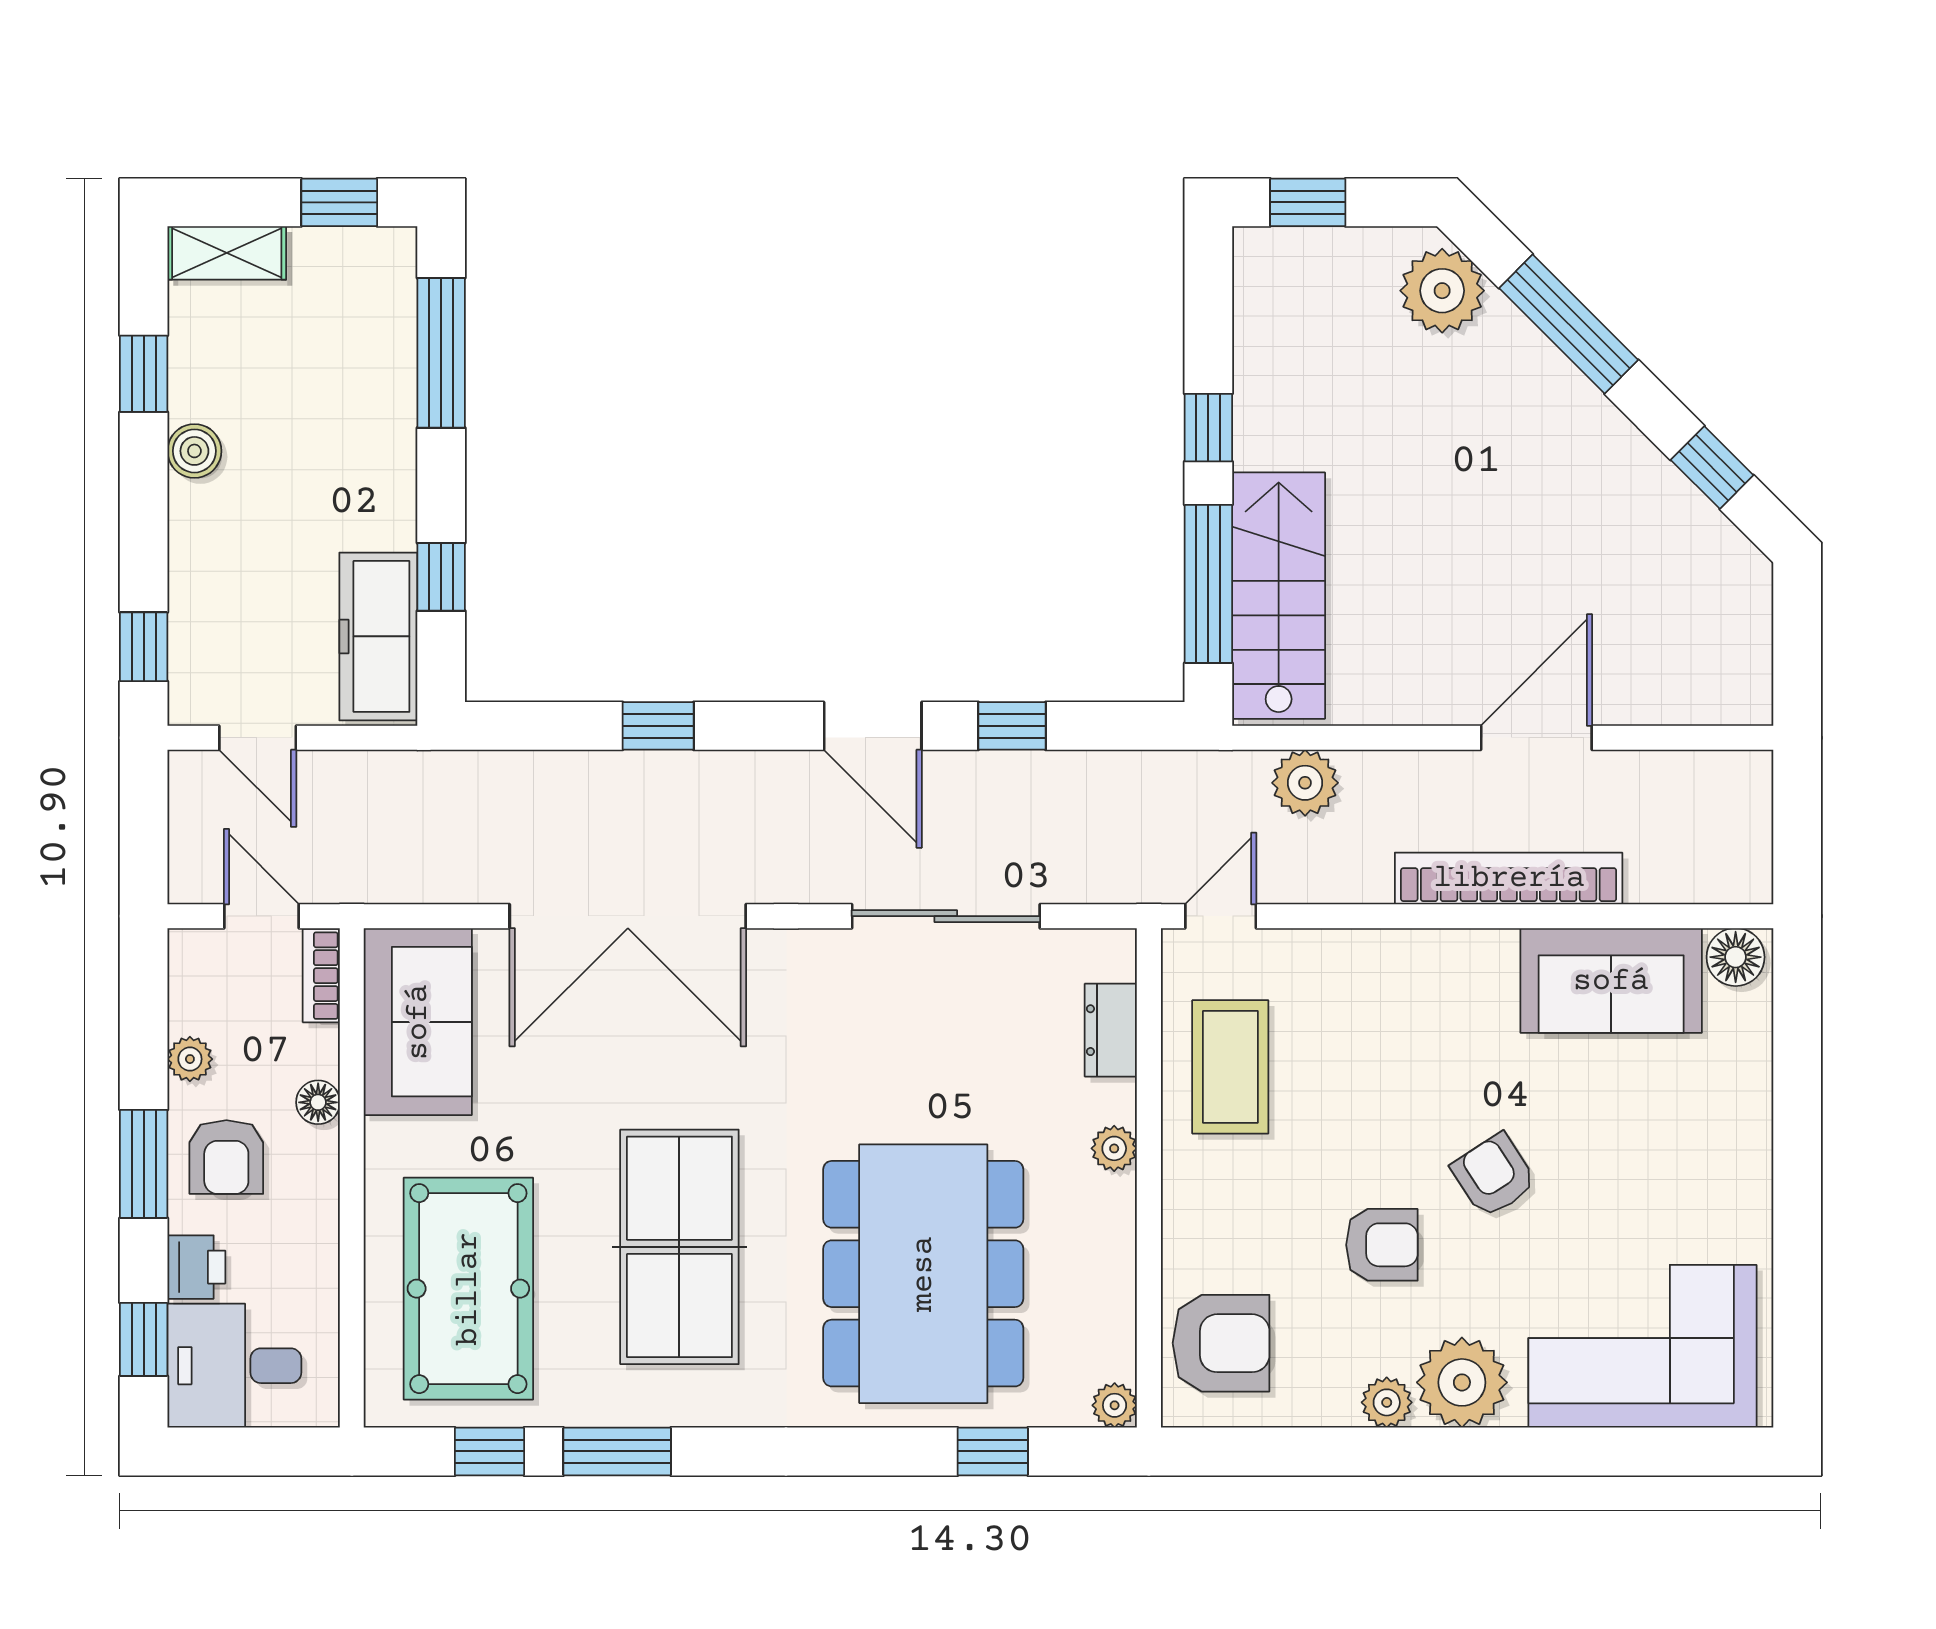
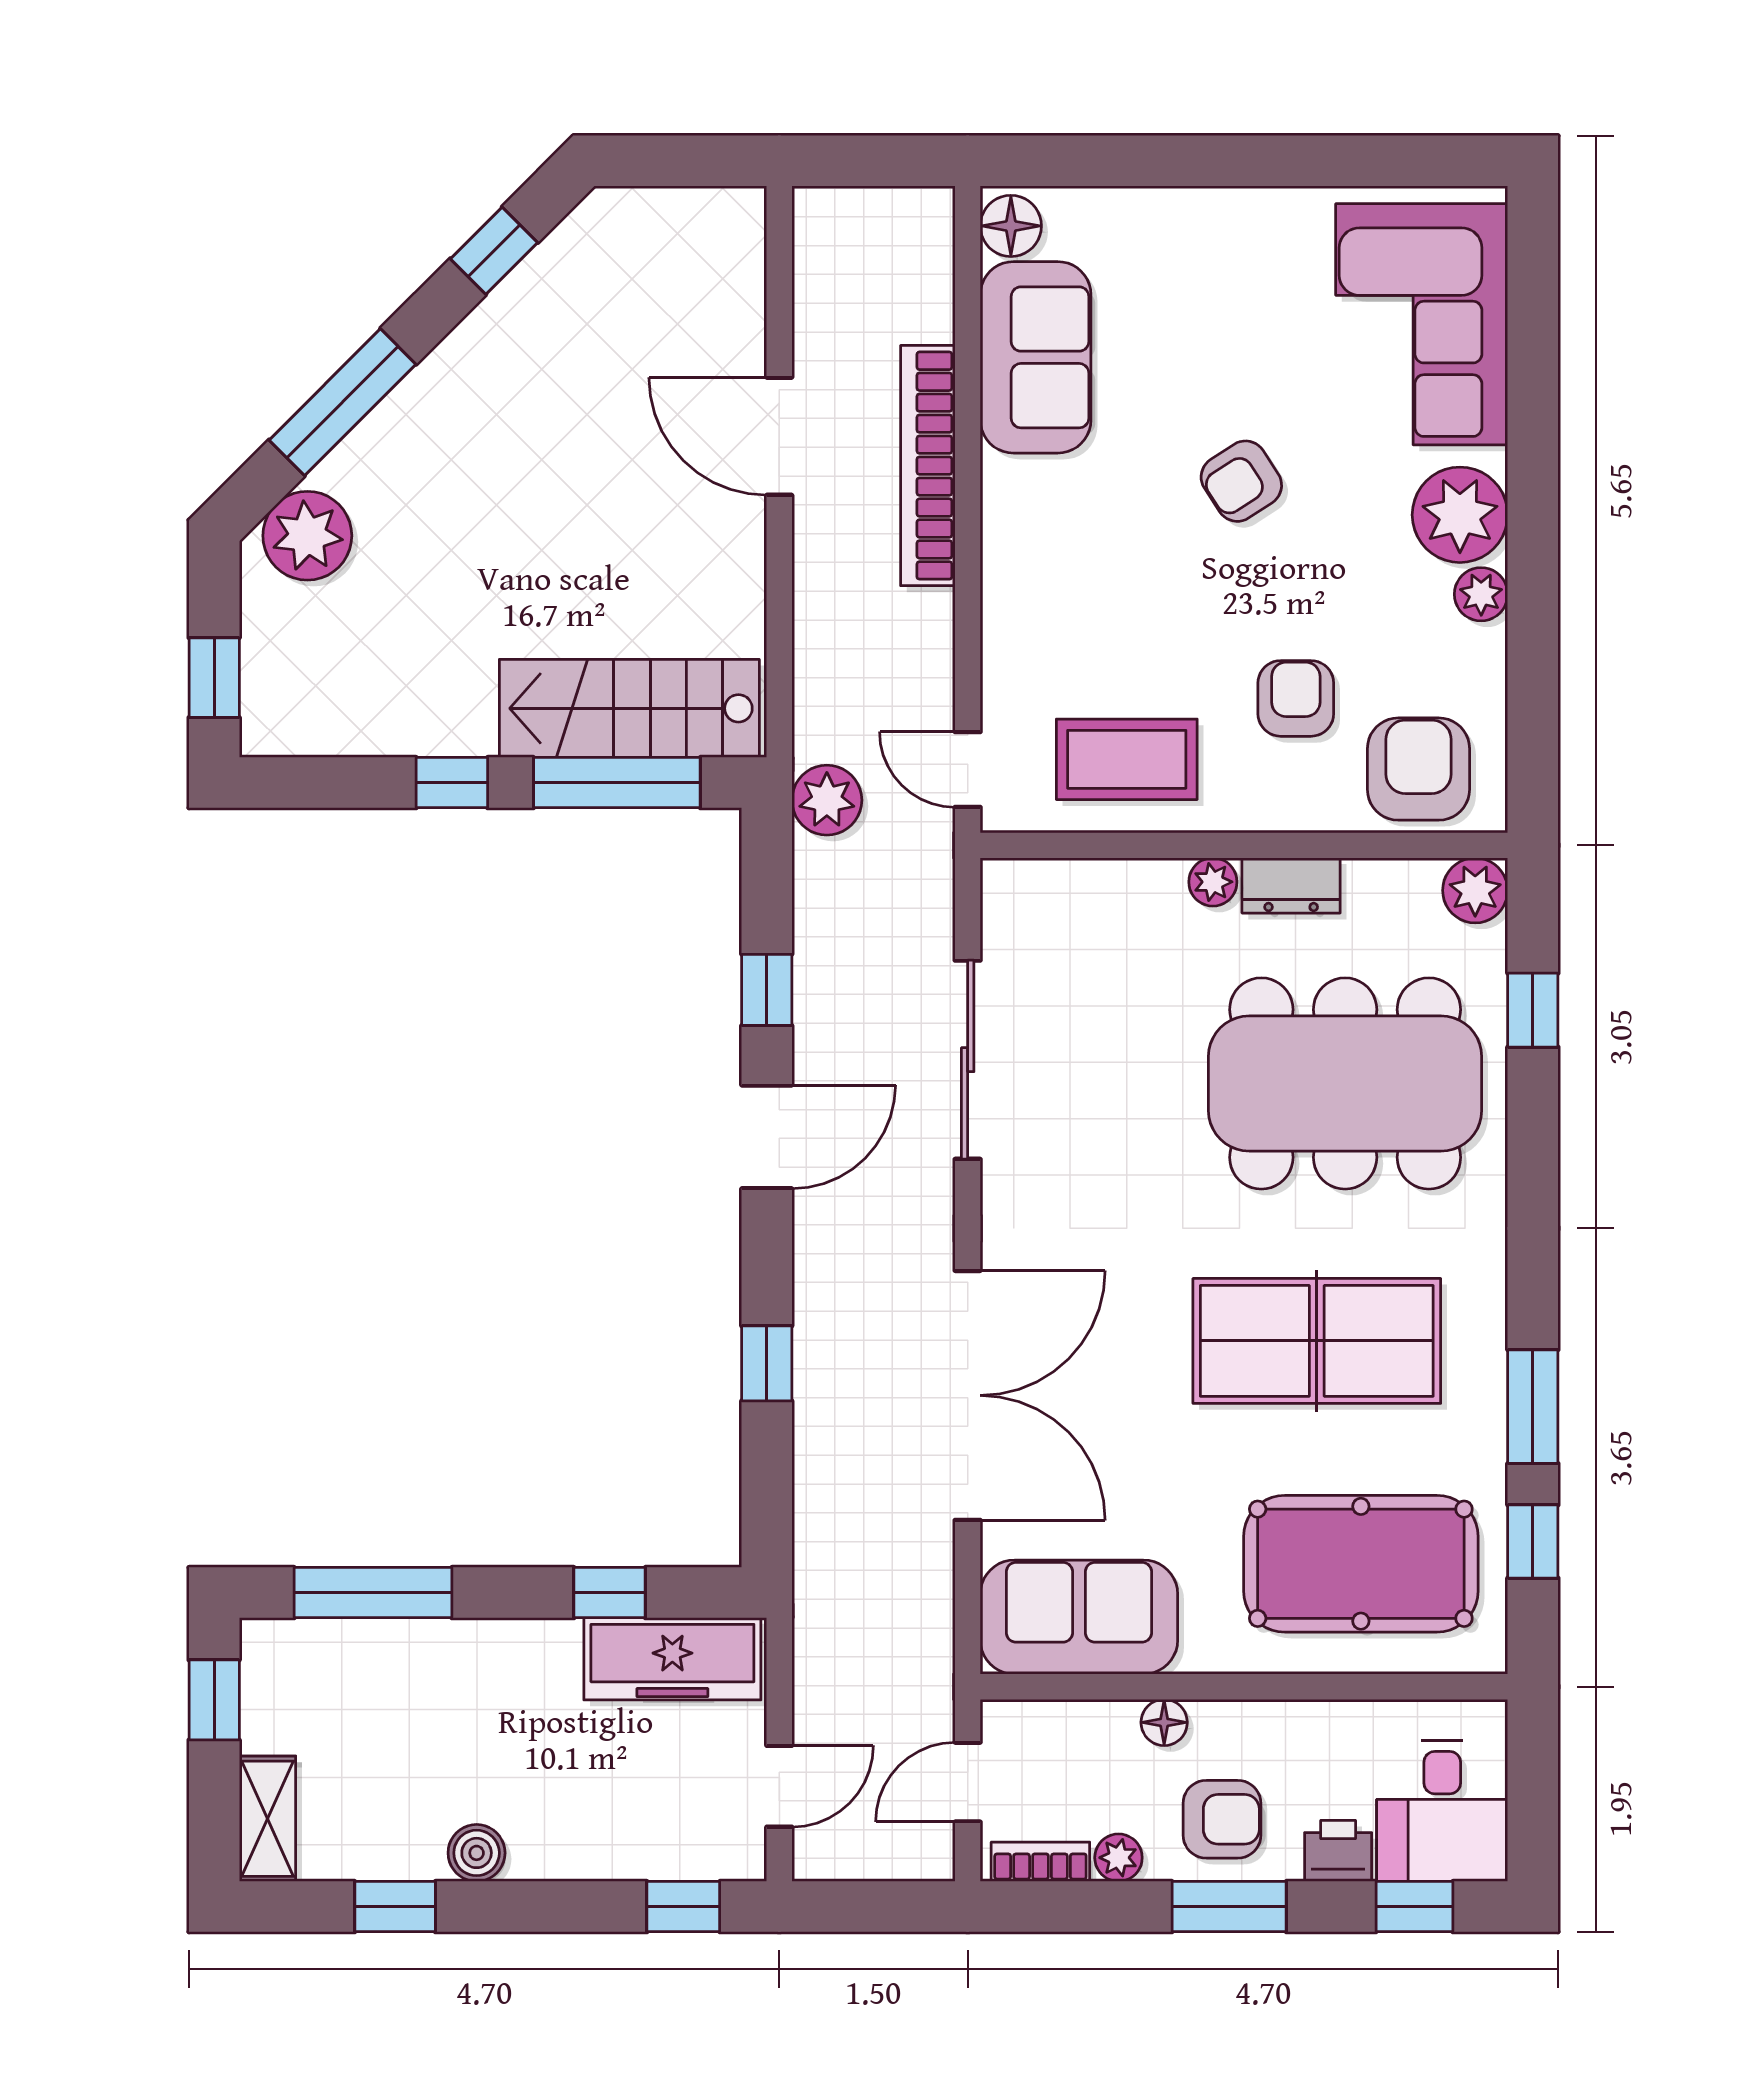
plant: (1305, 783) -> (827, 800), moved
bookcase: (321, 976) -> (1040, 1862), moved, turned 180
dresser: (1111, 1030) -> (1291, 885), moved
armchair: (1382, 1245) -> (1296, 698), moved
plant: (1115, 1405) -> (1475, 890), width x1.38, depth x1.38

